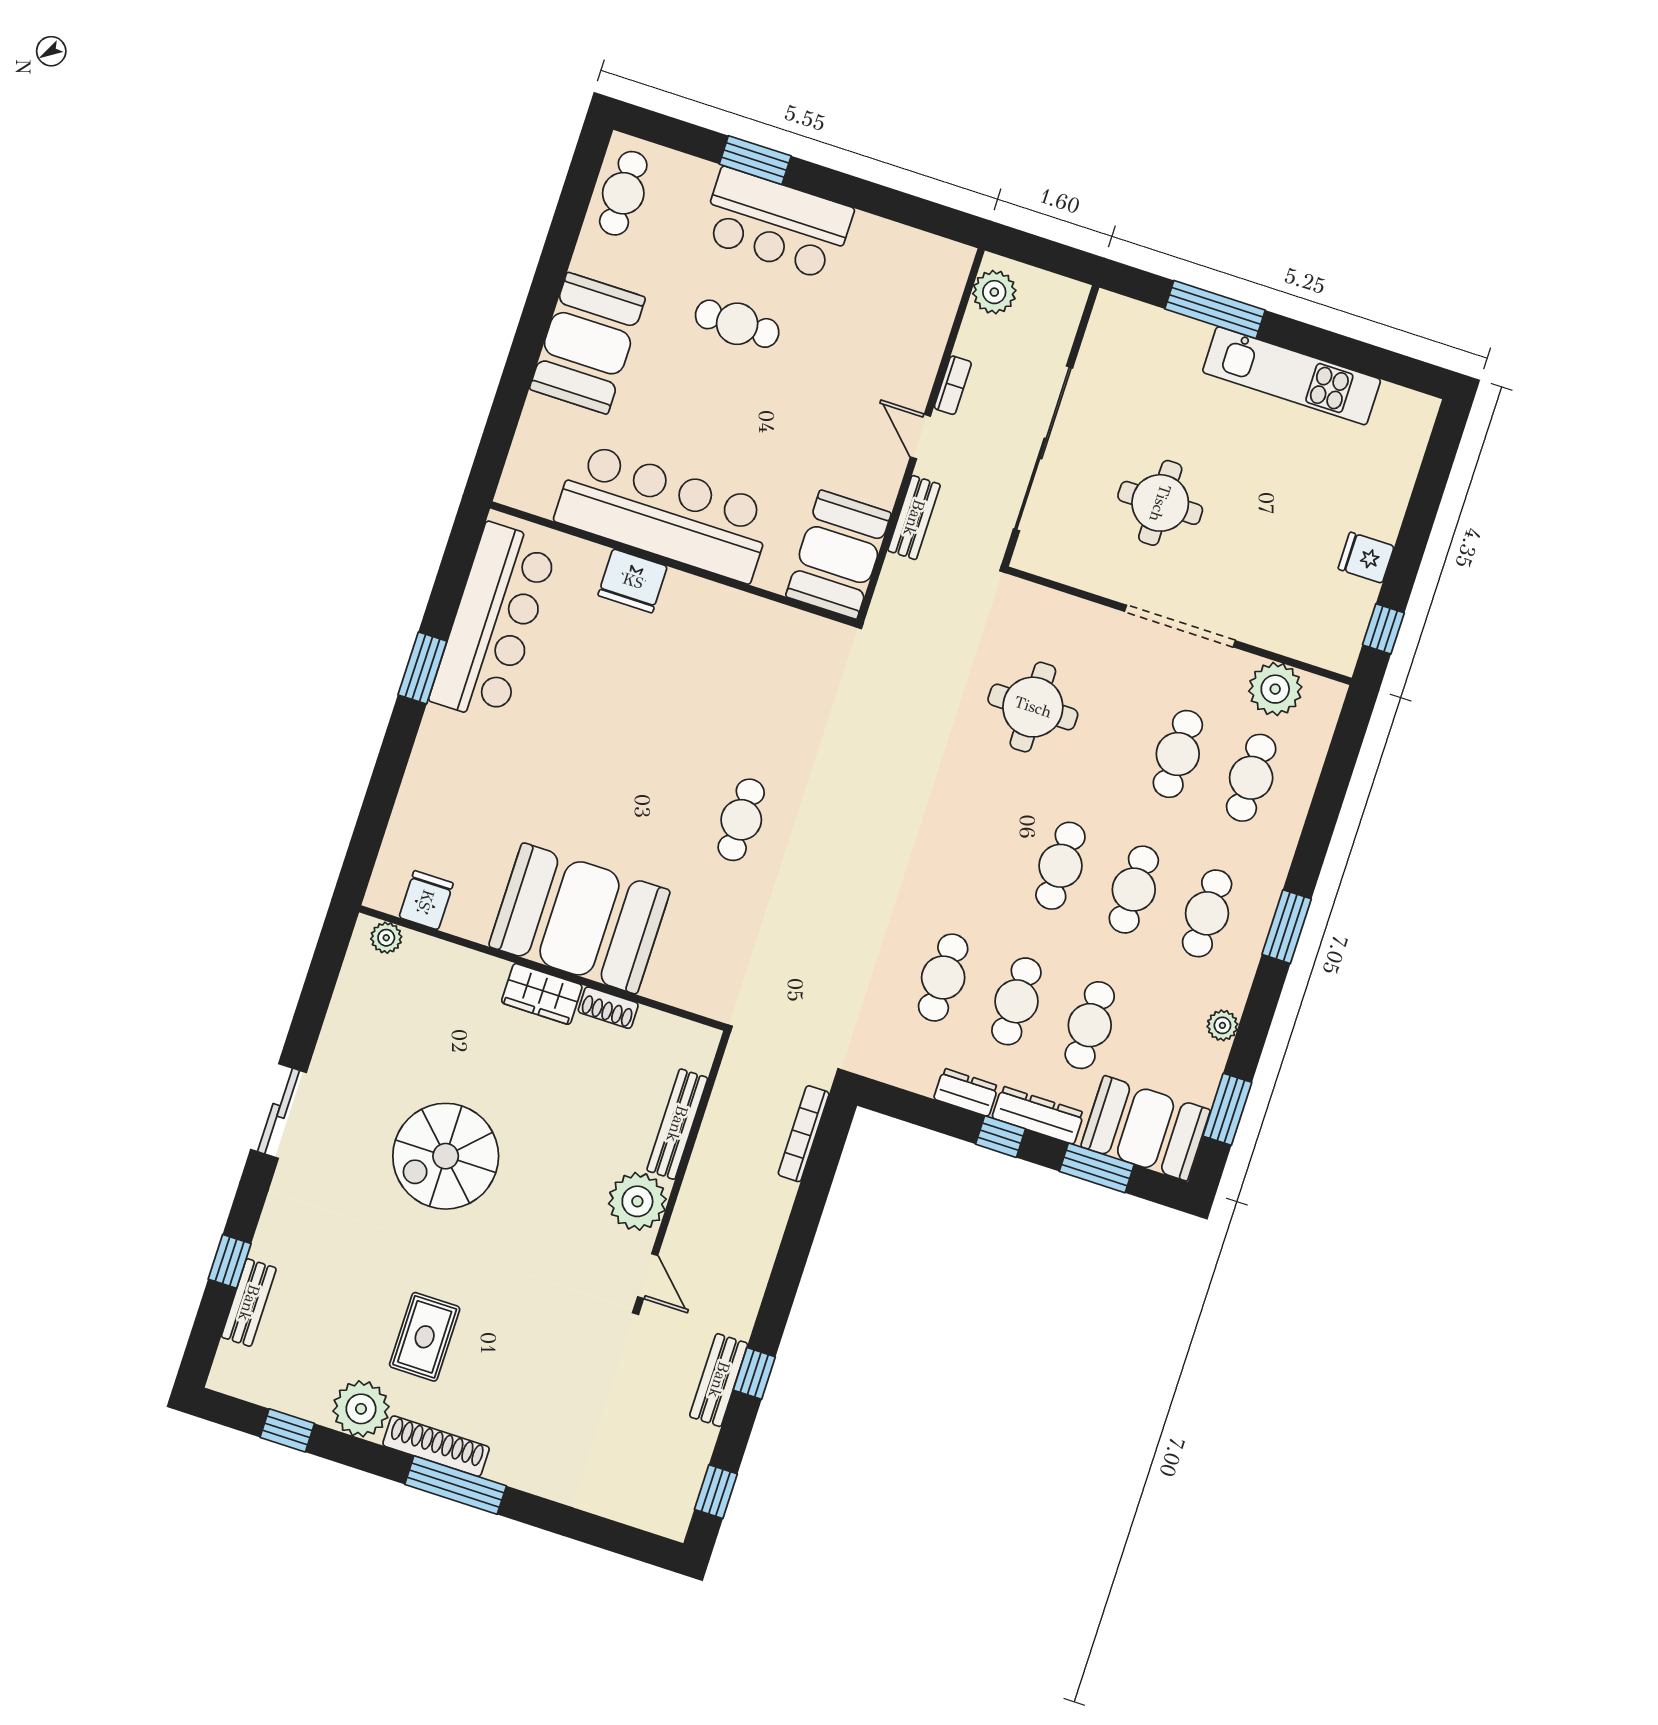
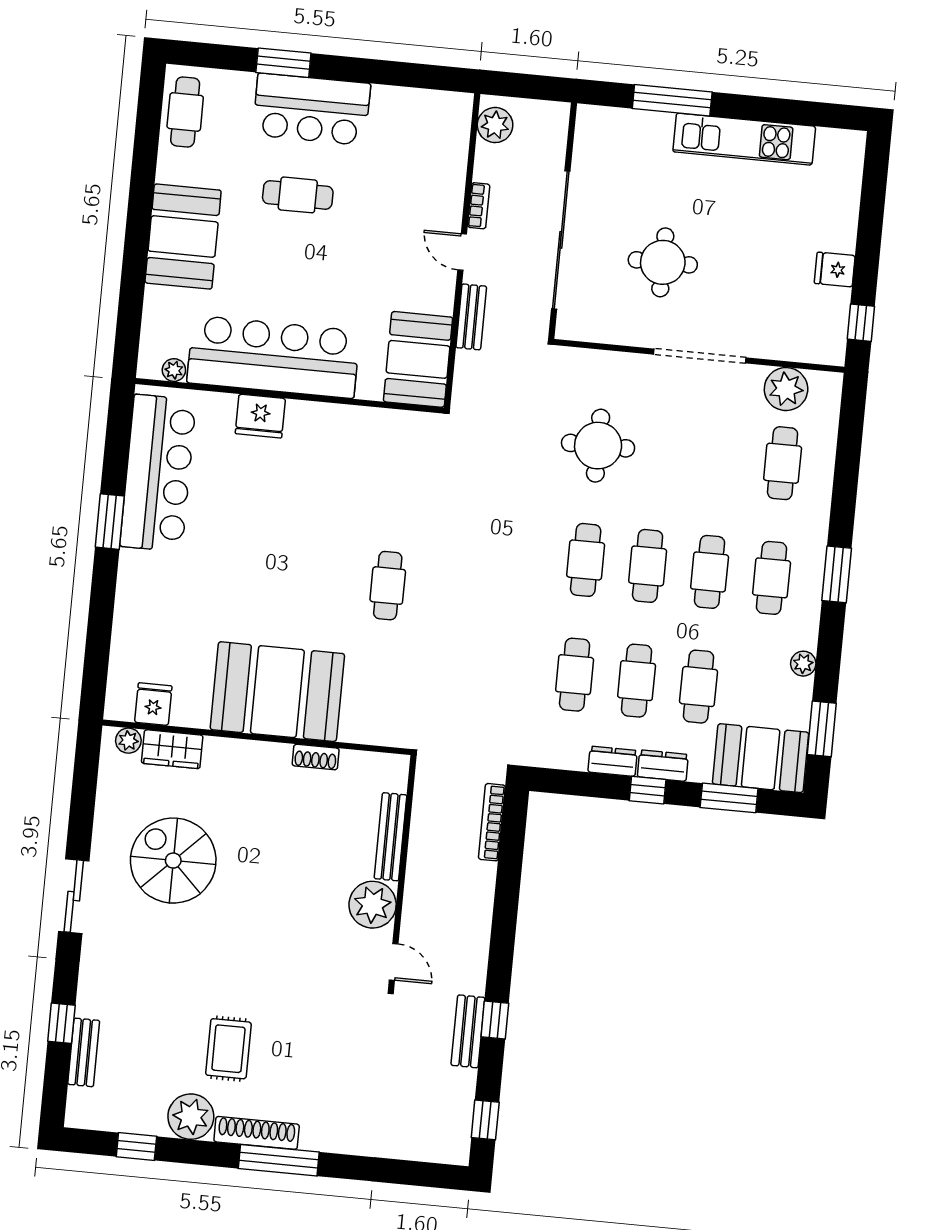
plant: (541, 502) -> (174, 370), added
cafe table: (1178, 754) -> (586, 560), moved
wardrobe: (542, 994) -> (172, 749), moved
dresser: (1038, 1115) -> (663, 766), width x0.70
spiral stairs: (446, 1156) -> (173, 861), moved, turned 90

